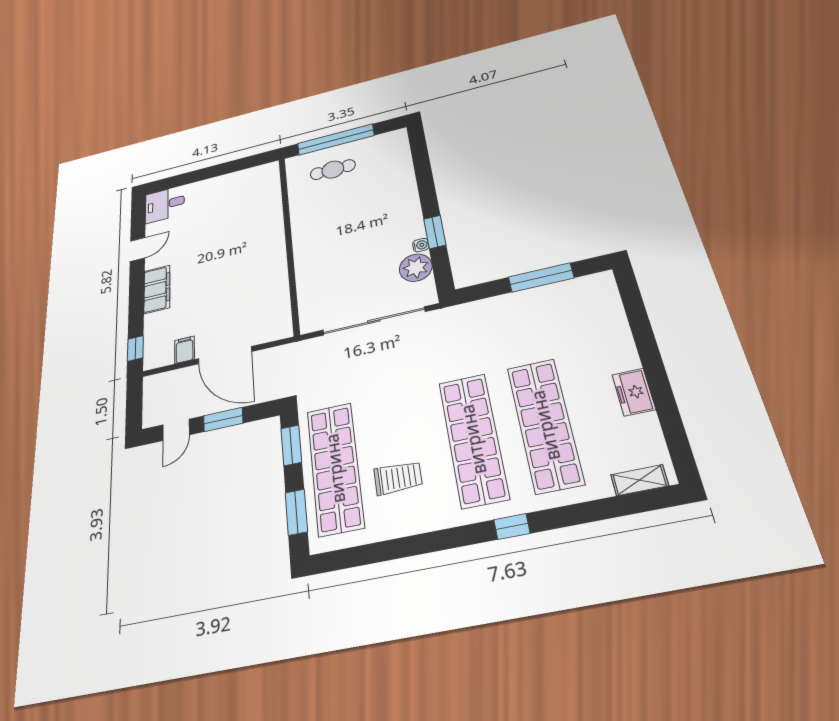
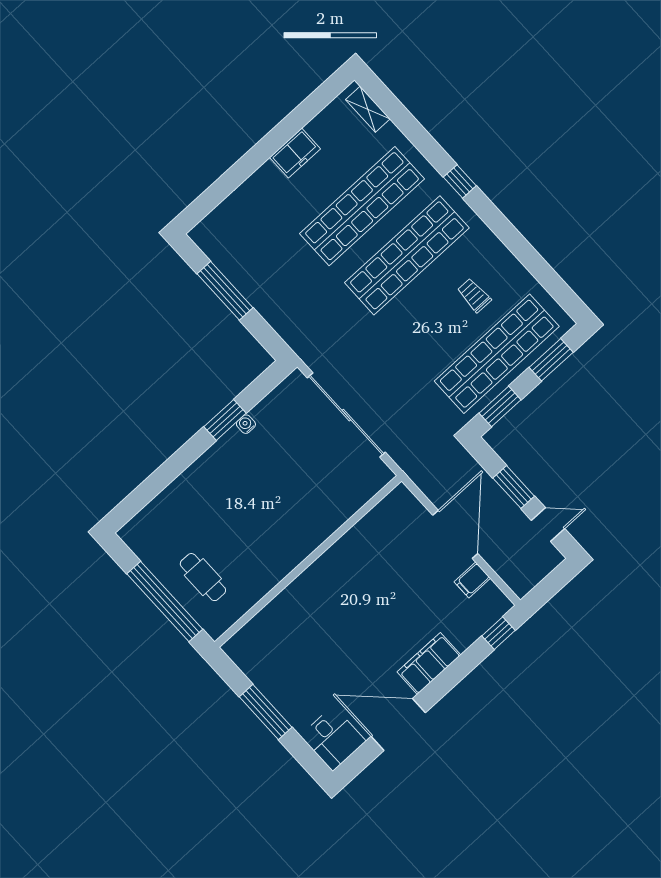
window: (216, 171) -> (266, 712), added
door: (138, 249) -> (398, 725), width x1.88
plant: (416, 268) -> (272, 413), removed
trolley: (398, 478) -> (474, 295), width x0.73, depth x0.72

